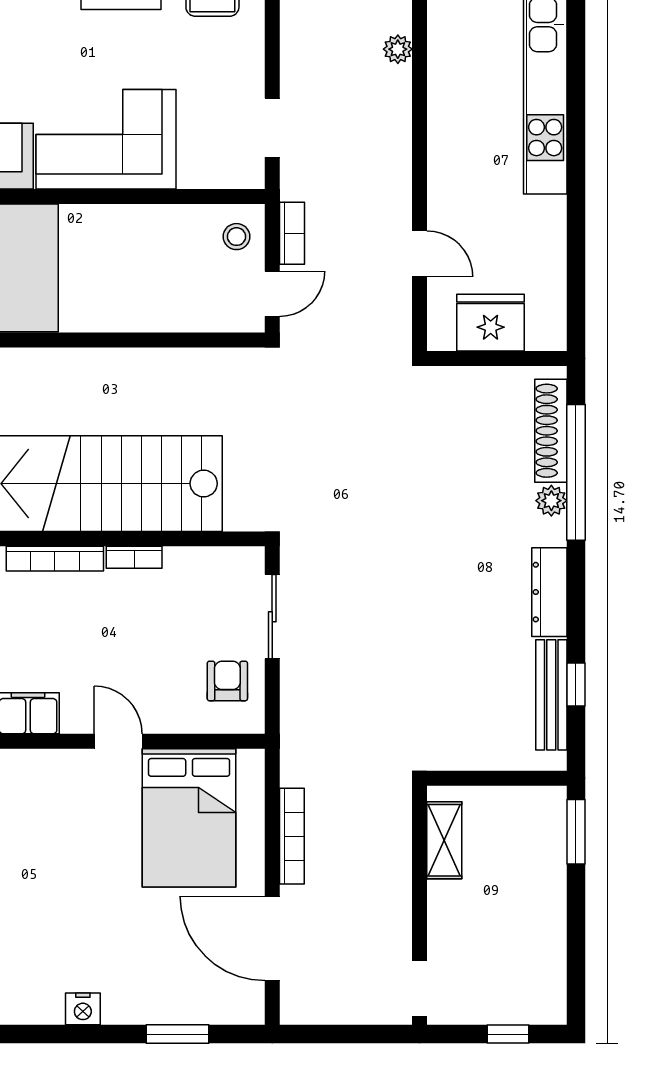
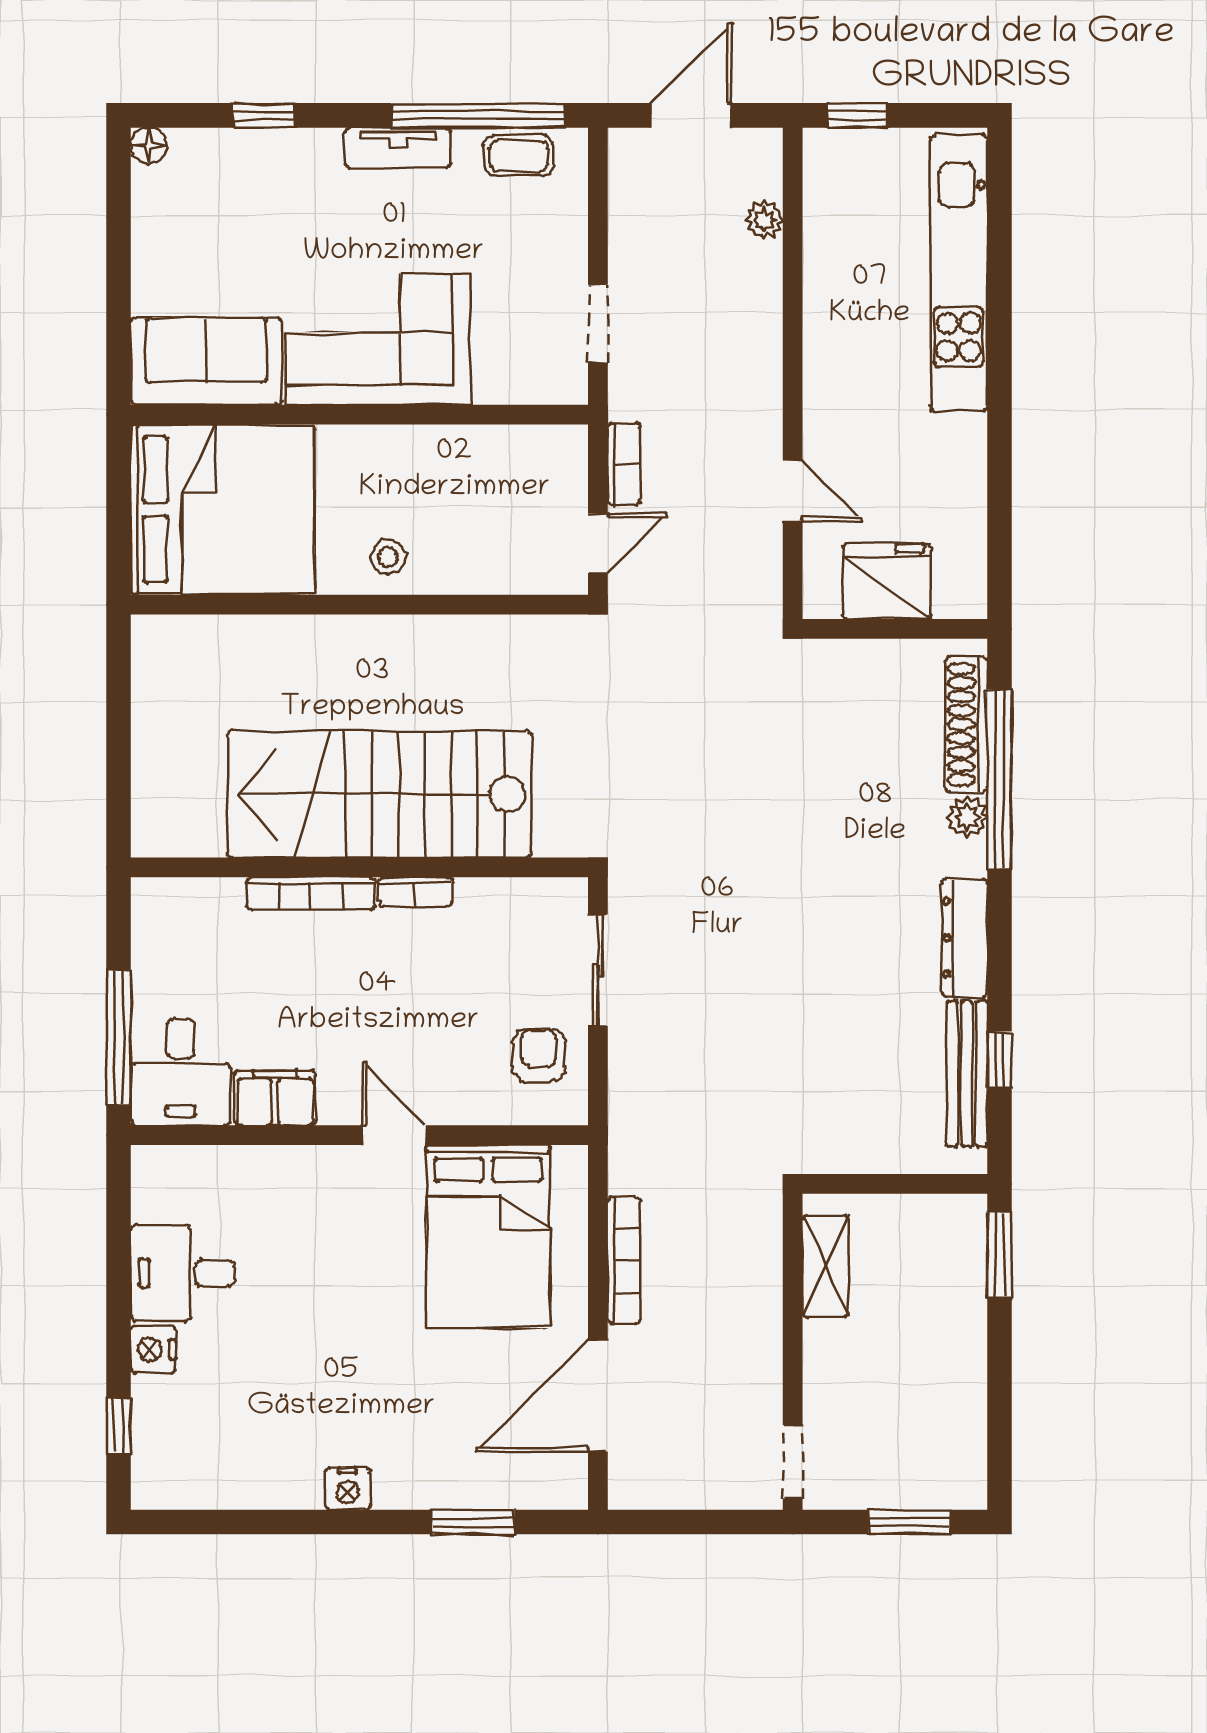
stool: (237, 237) -> (388, 557), moved
door: (272, 938) -> (598, 1396), hinge flipped
window: (508, 1034) -> (910, 1522), width x1.50

